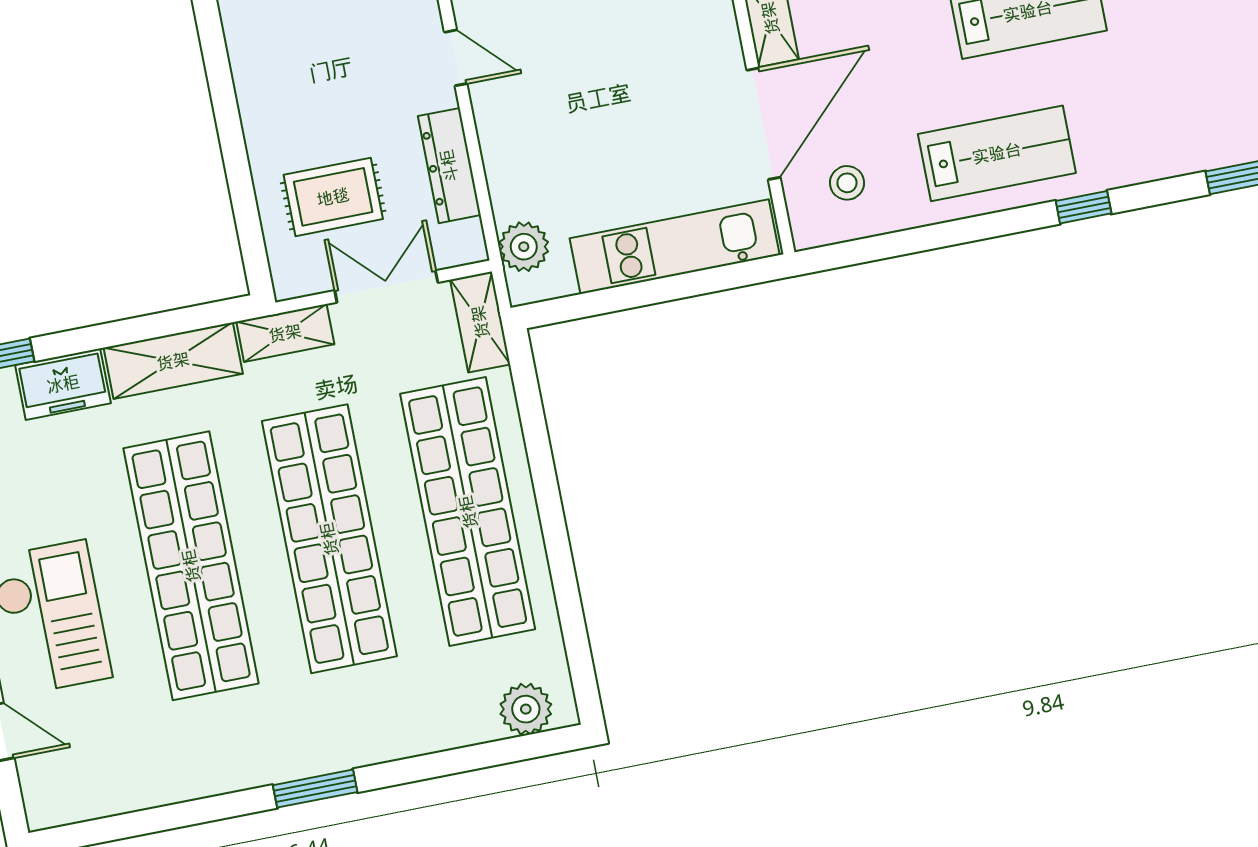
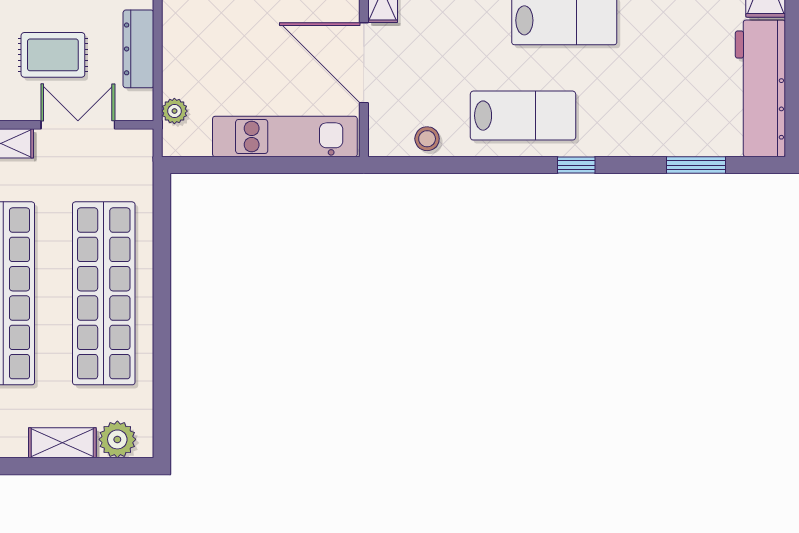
door: (763, 124) -> (364, 63), swing flipped
stool: (847, 183) -> (427, 139), moved
plant: (524, 247) -> (174, 111), width x0.73, depth x0.73
shelving: (480, 322) -> (62, 443), moved, turned 90

